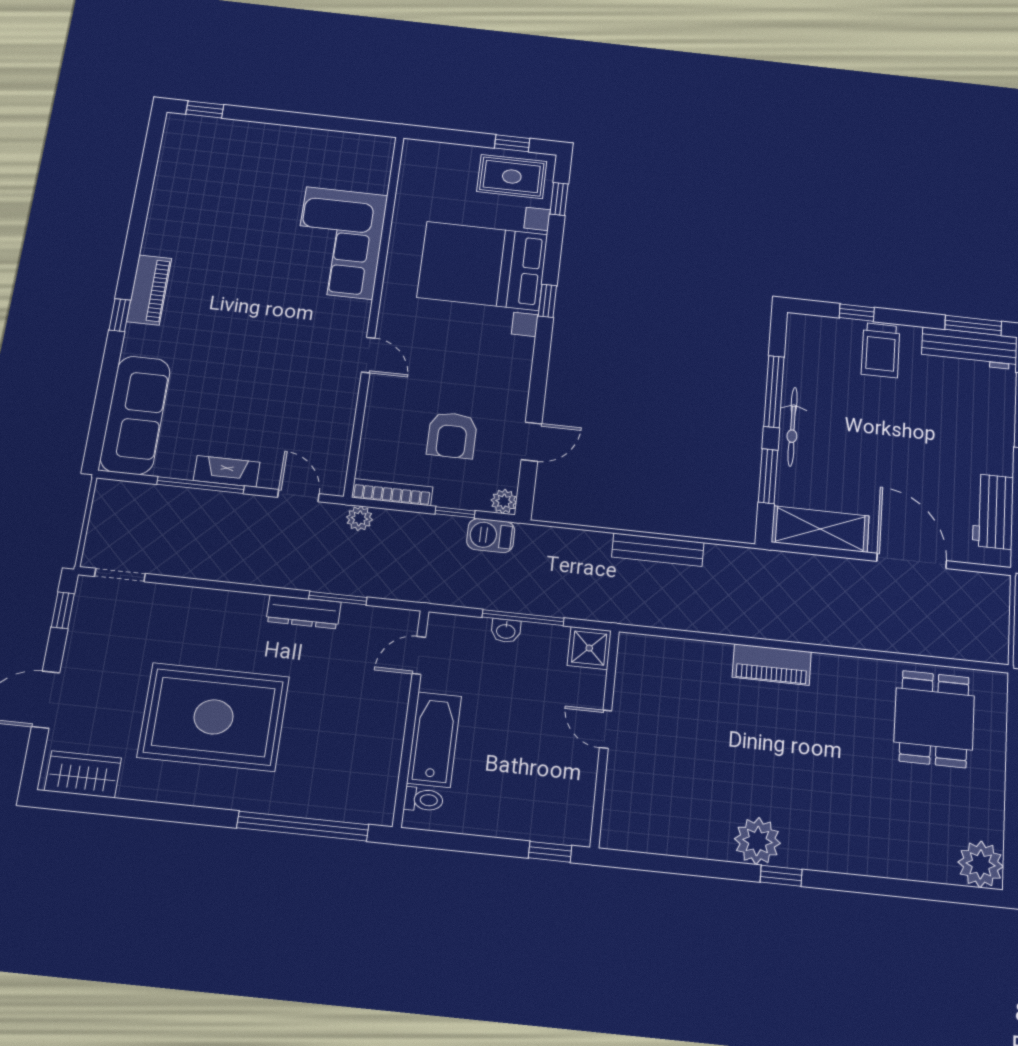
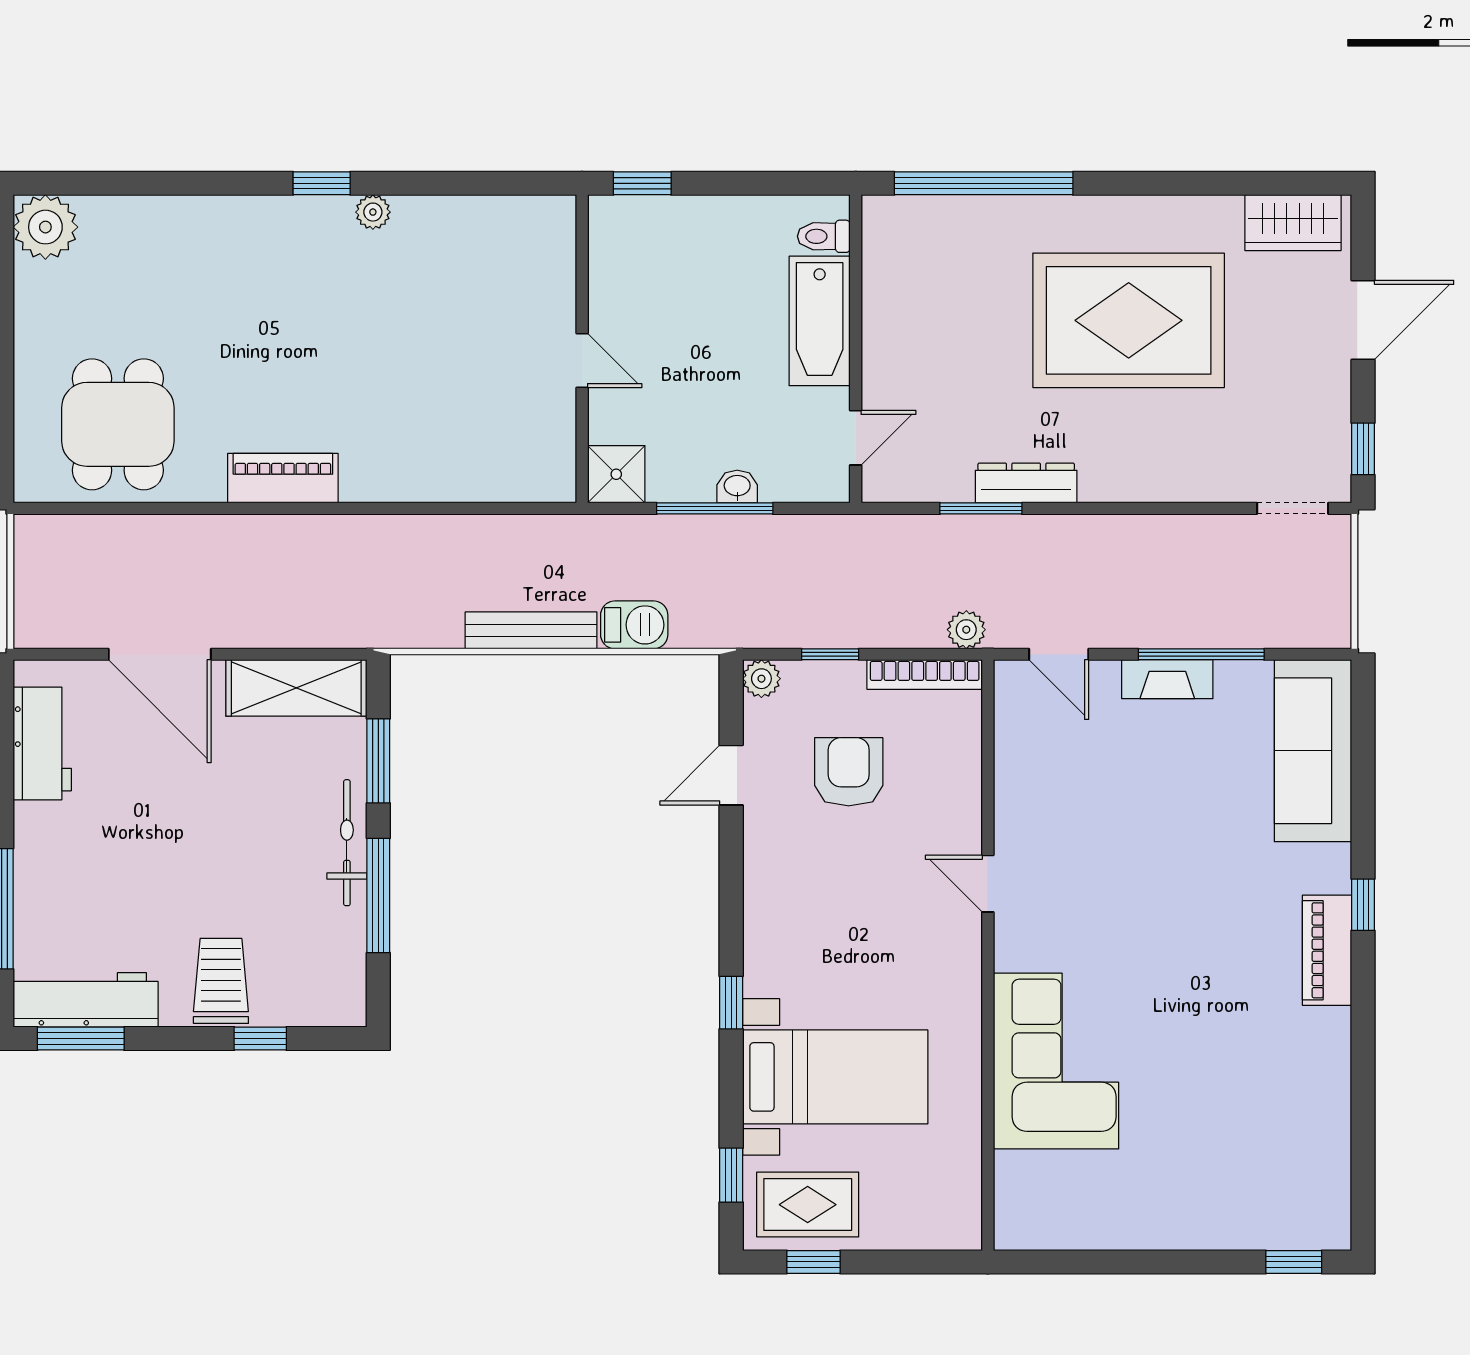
bed with nightstands: (483, 266) -> (835, 1077), width x0.73
barbecue: (491, 536) -> (634, 625), moved
piano: (772, 665) -> (283, 478), moved
plant: (757, 841) -> (373, 212), width x0.53, depth x0.53

